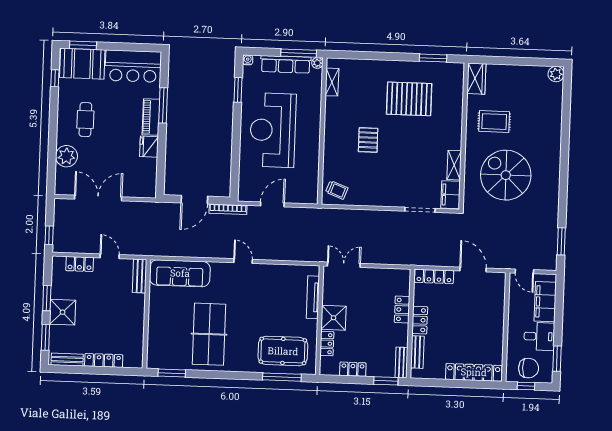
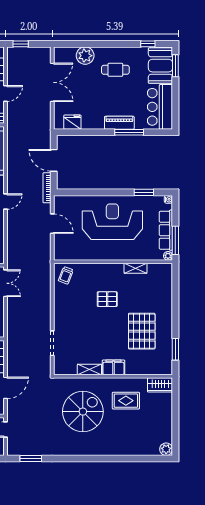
shelving: (332, 82) -> (135, 268), moved
rug: (494, 122) -> (126, 401), turned 90
fridge: (149, 147) -> (72, 122), moved
filing cabinet: (450, 195) -> (114, 367), moved

